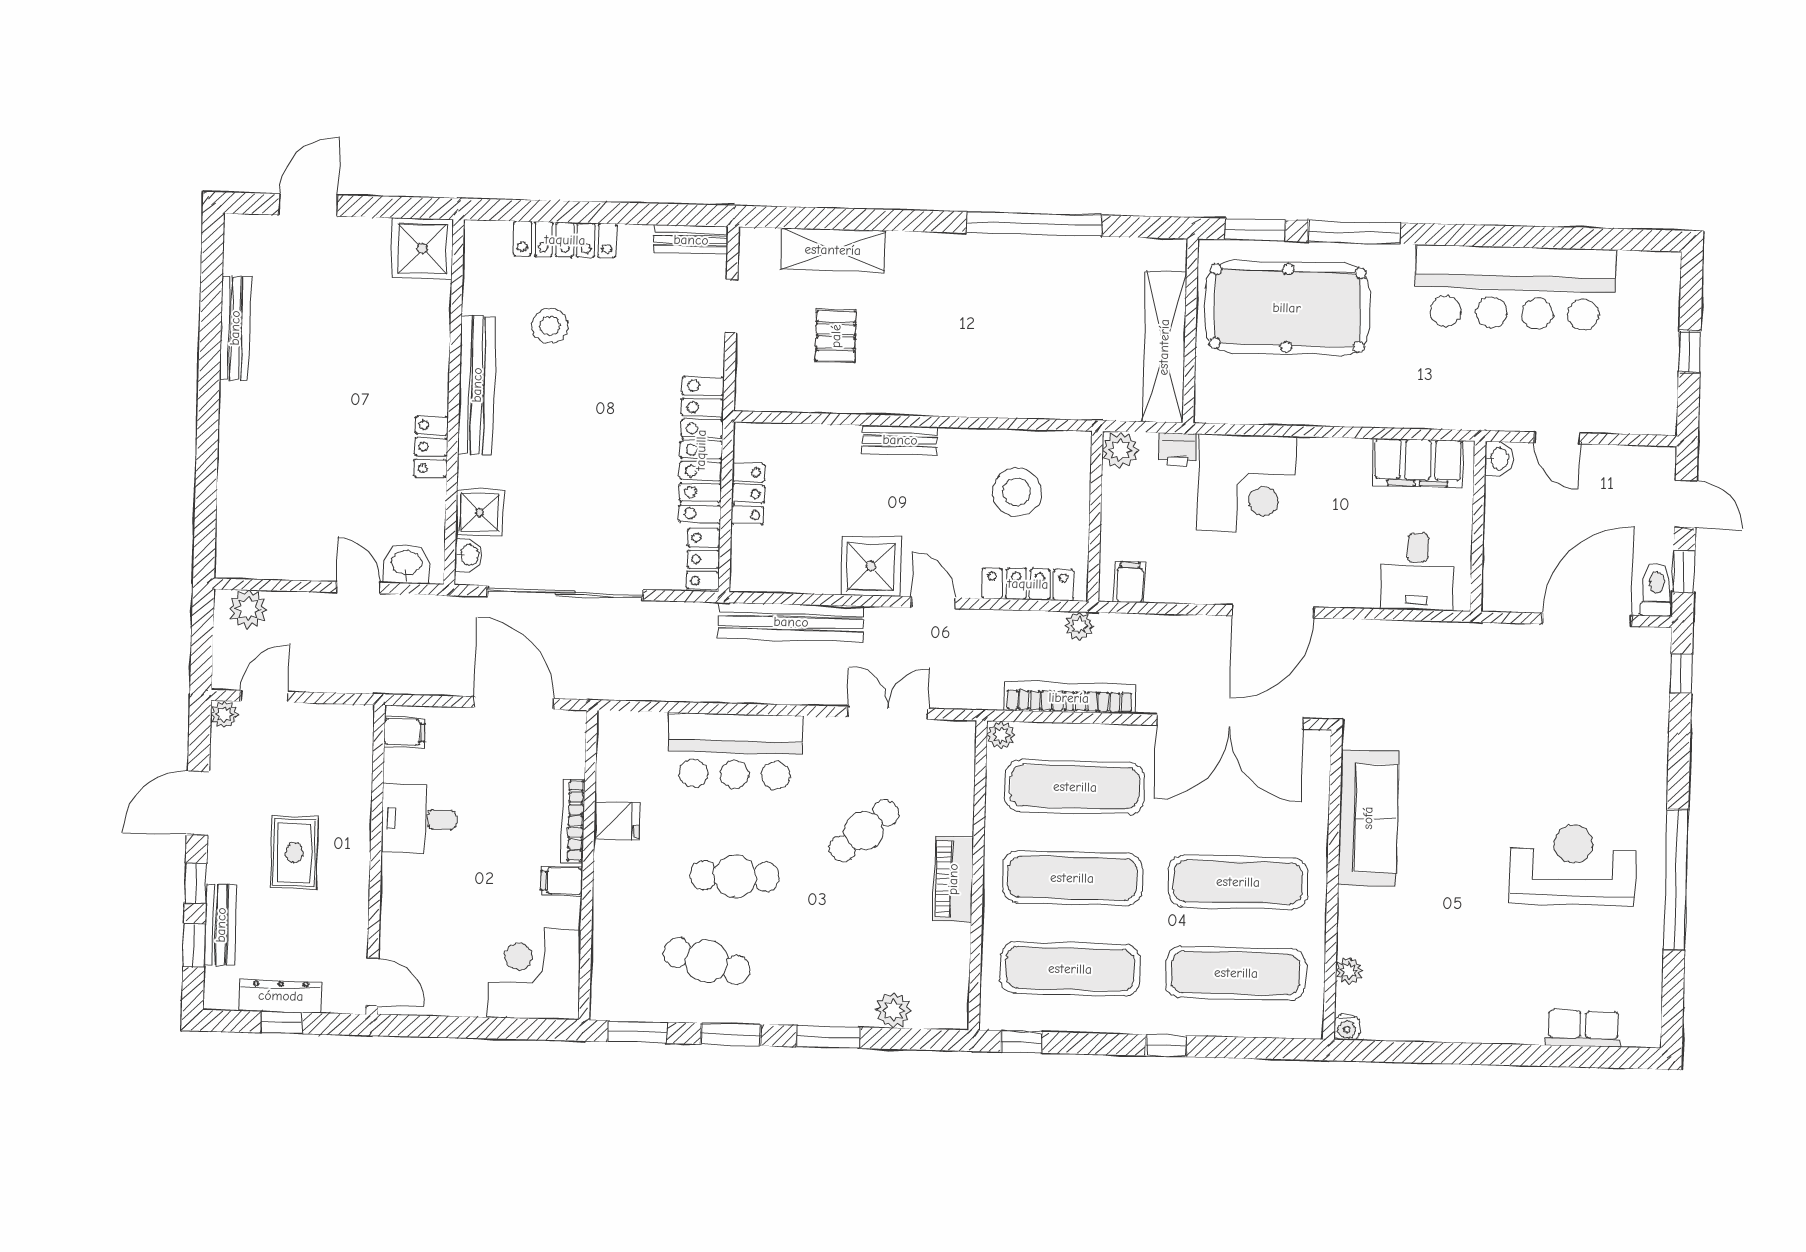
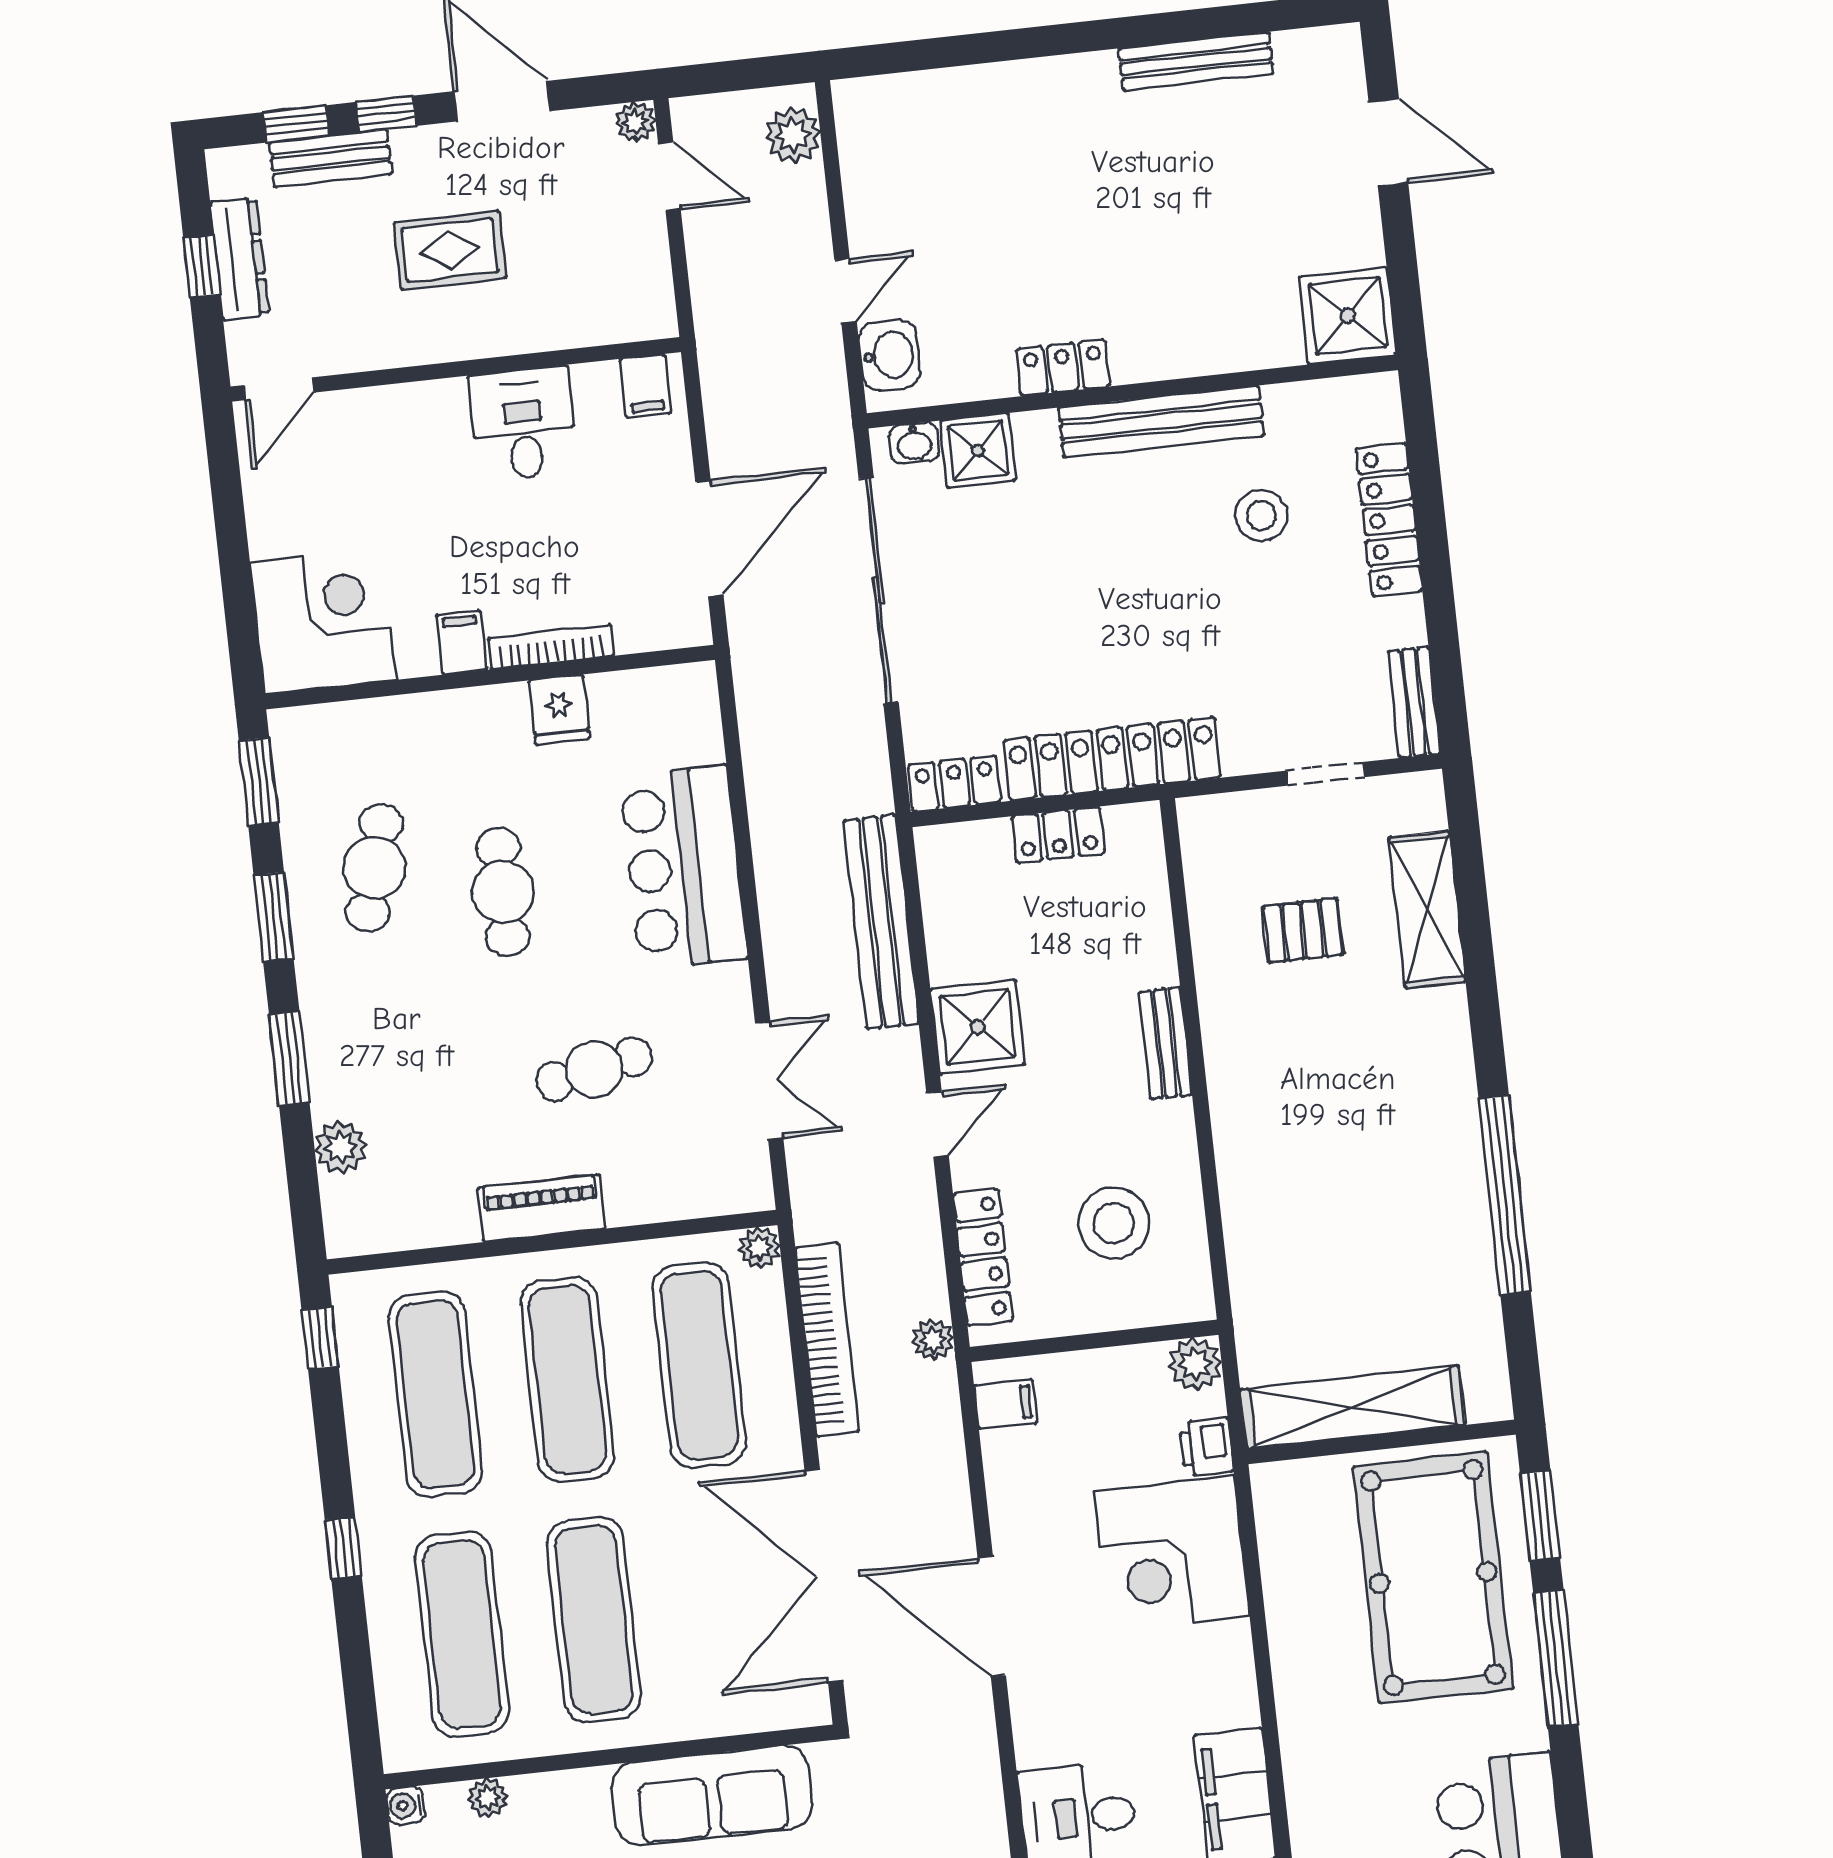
cafe table: (864, 831) -> (594, 1069), turned -60

